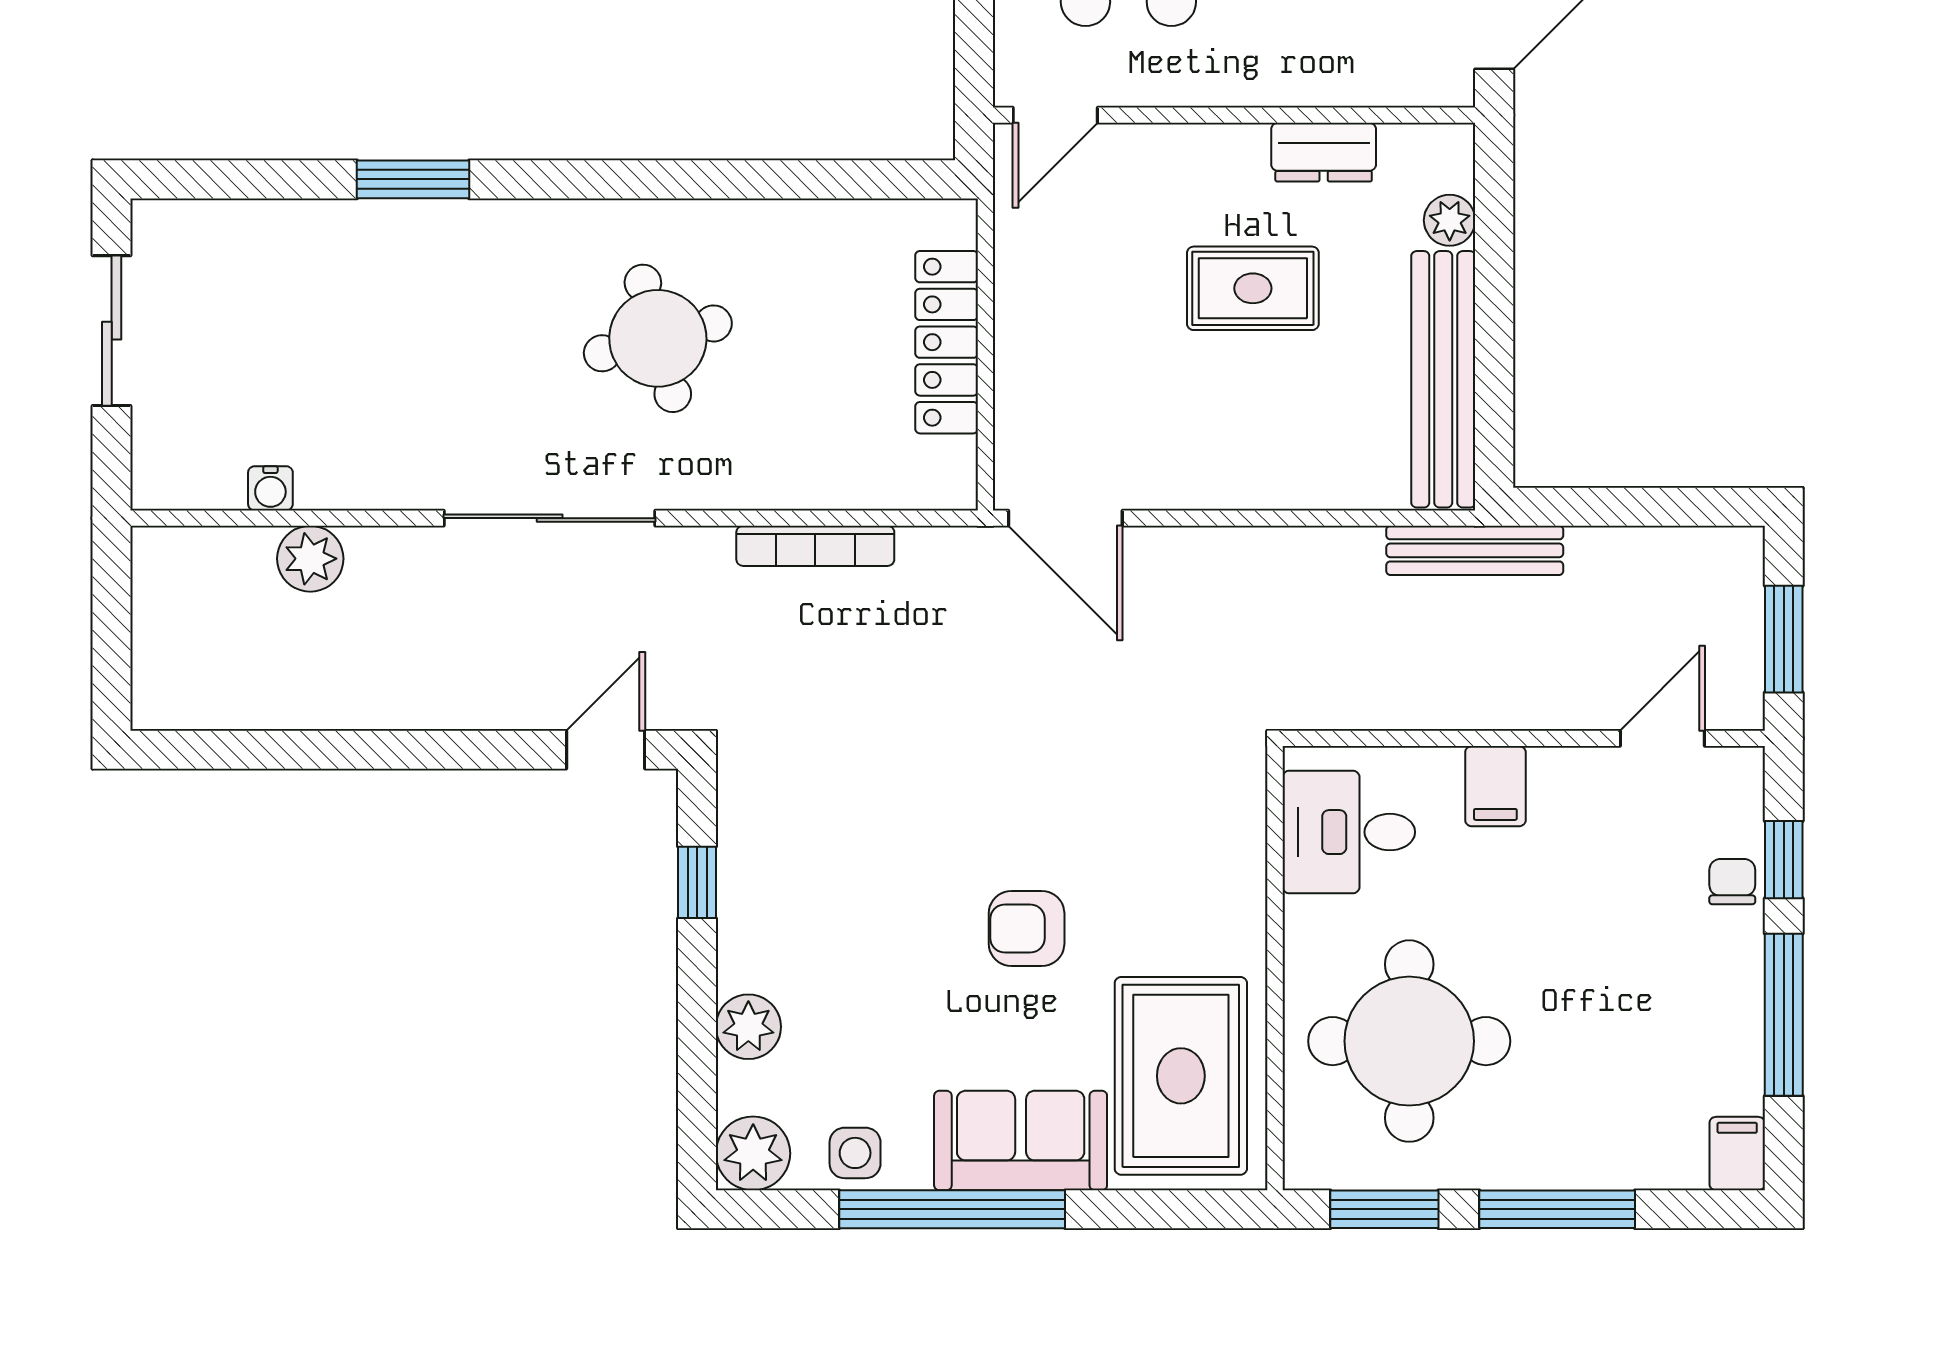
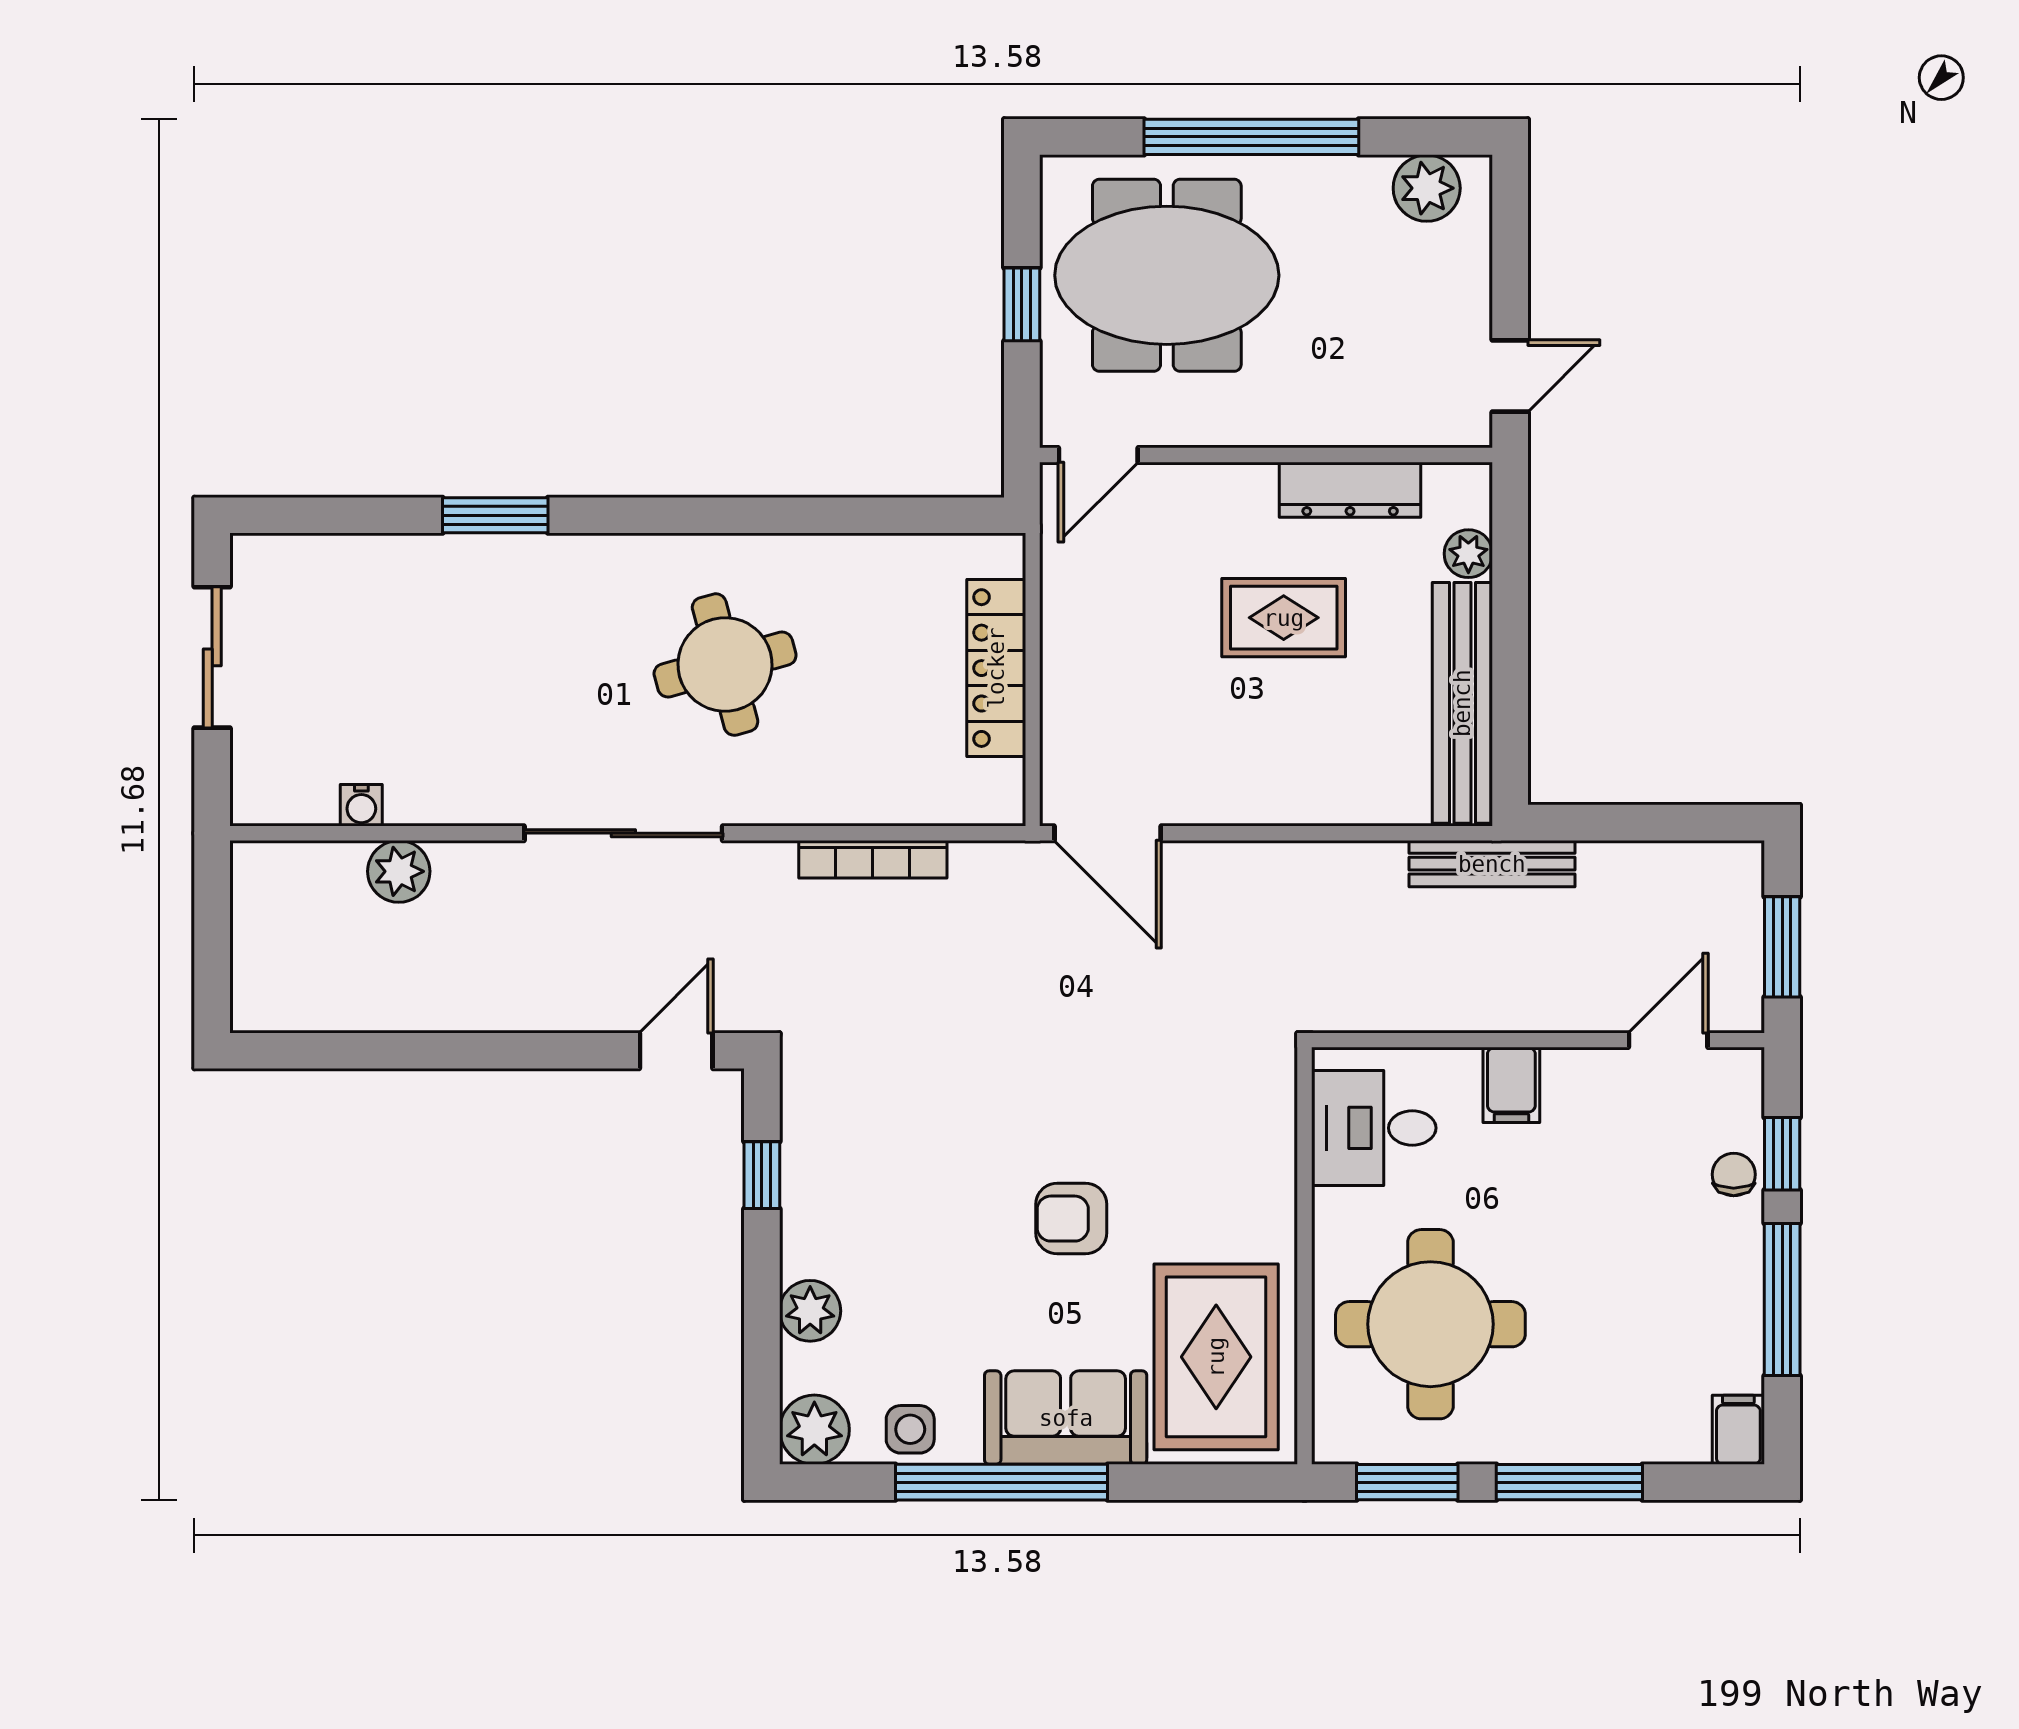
dresser: (1324, 152) -> (1350, 490), width x1.44

